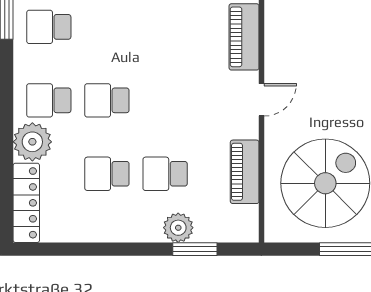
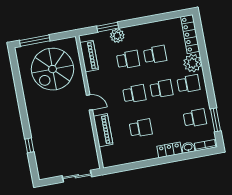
school desk: (165, 27) -> (141, 128), added
school desk: (165, 100) -> (134, 94), added
door: (261, 100) -> (89, 102), swing flipped
piano: (245, 172) -> (89, 56), moved

